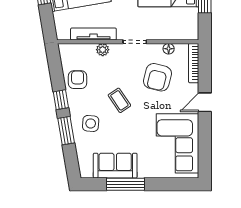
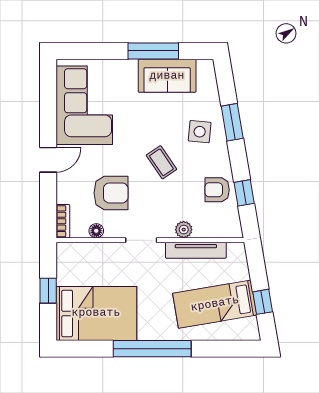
bookcase: (194, 63) -> (63, 221), width x0.64
armchair: (157, 77) -> (111, 193), turned 76
armchair: (78, 80) -> (217, 190), turned 90
window: (61, 100) -> (244, 193), moved

